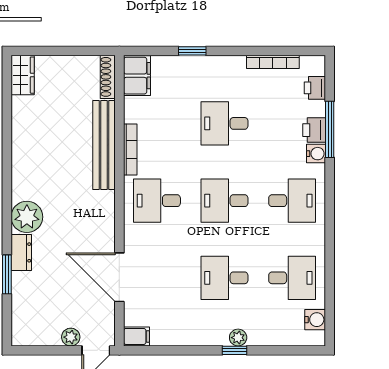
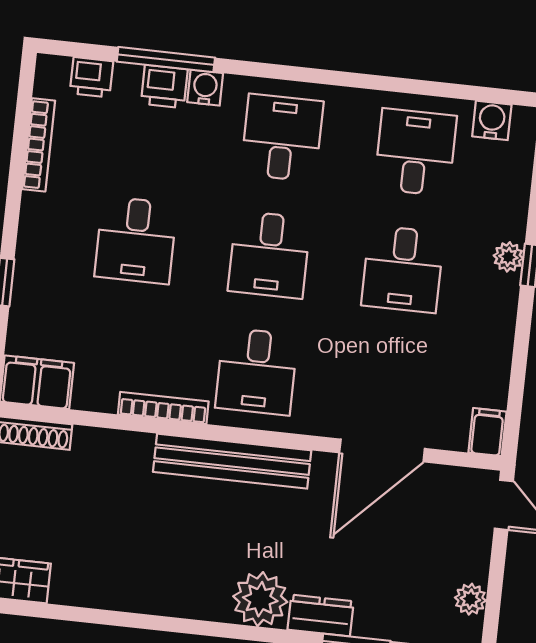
bench: (104, 145) -> (232, 461), moved
plant: (71, 337) -> (470, 599), moved

